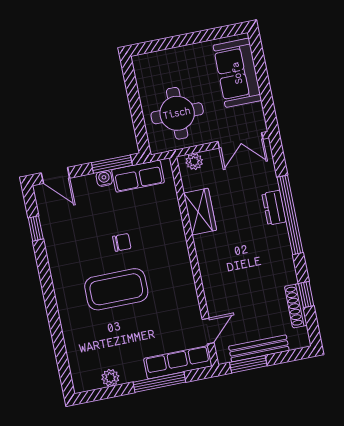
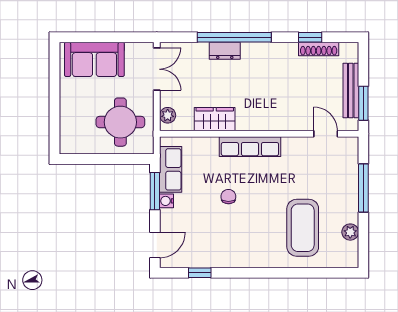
coffee table: (116, 289) -> (303, 228), moved
row of seats: (178, 362) -> (250, 147), moved, turned -90

